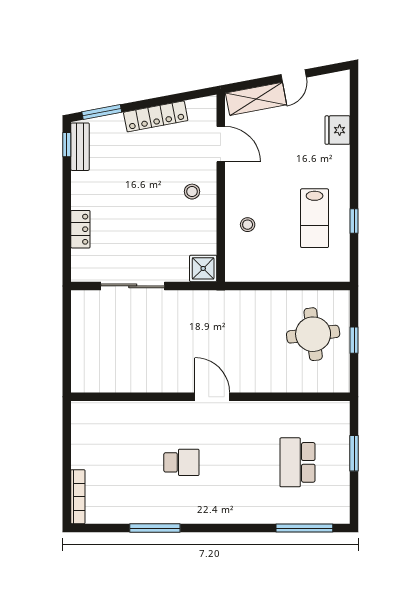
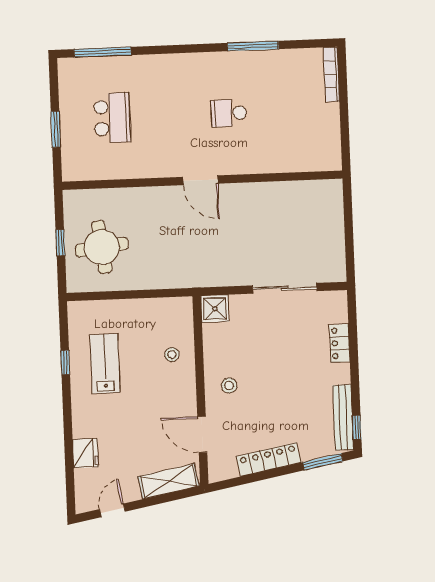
door: (294, 76) -> (112, 510), moved
bench: (80, 147) -> (343, 417), width x1.36

